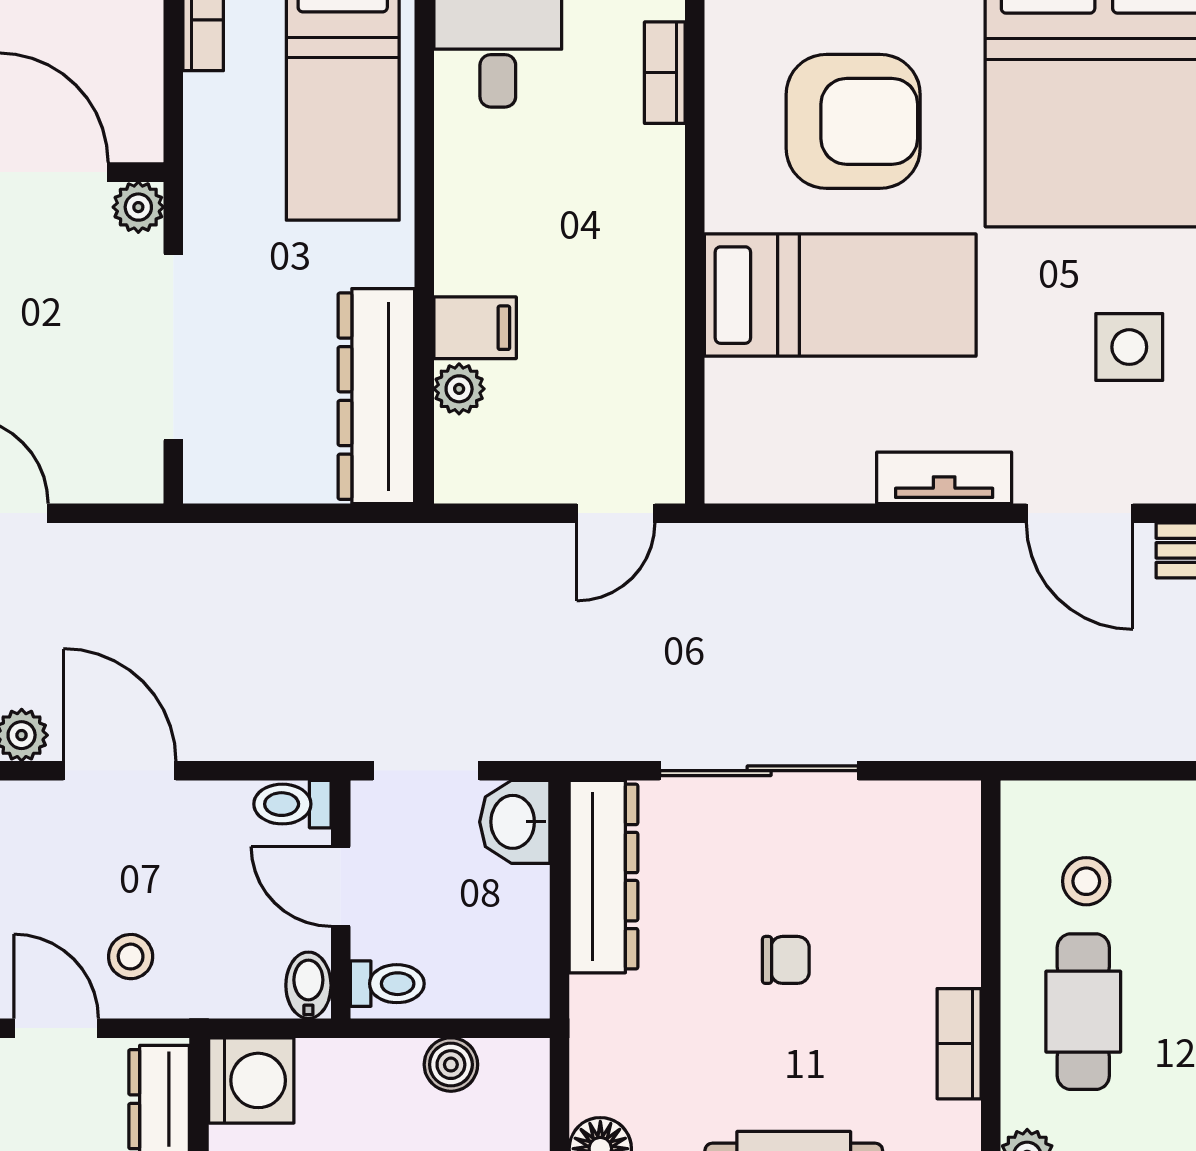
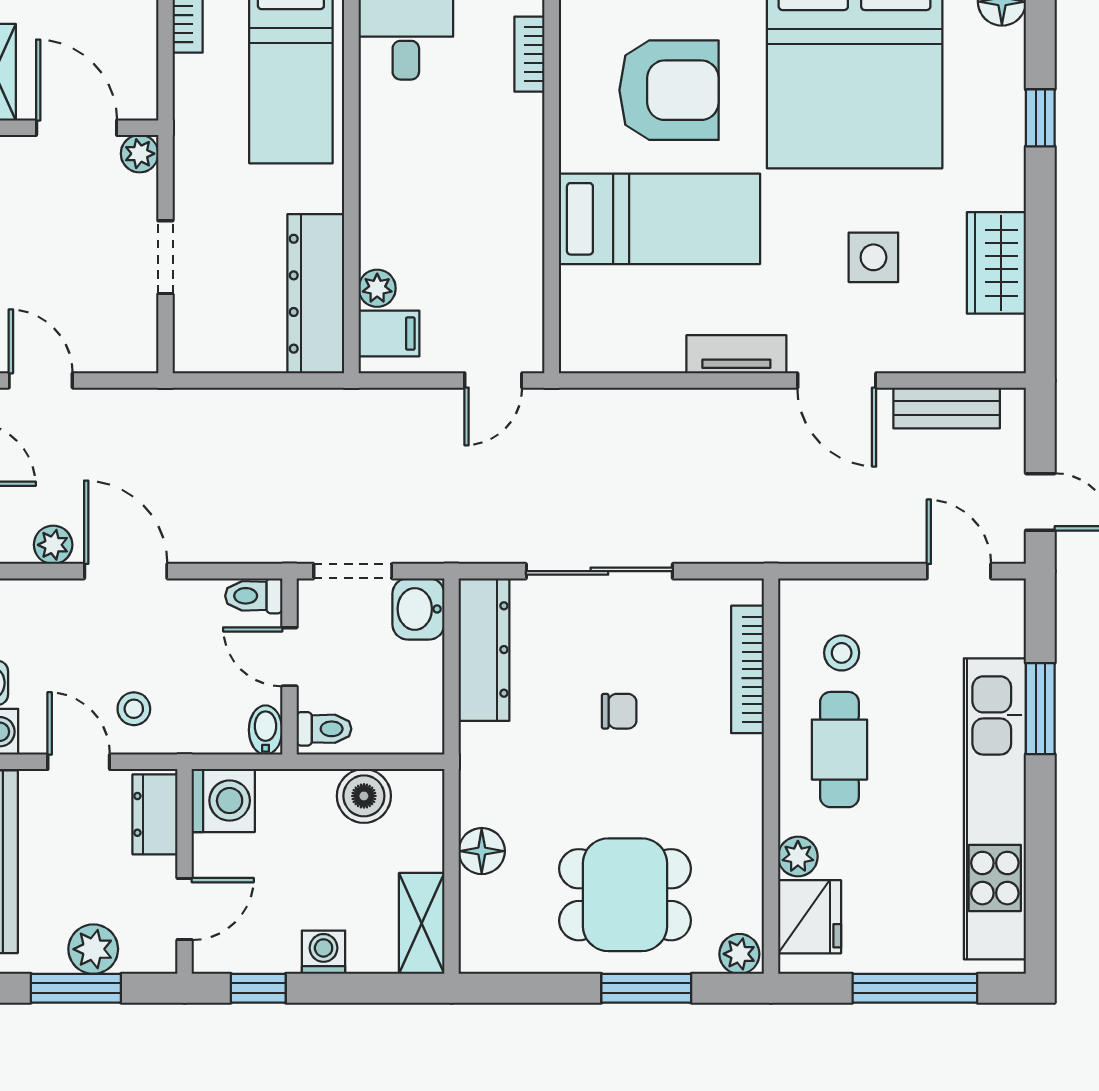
filing cabinet: (475, 328) -> (389, 334), moved
doorway: (173, 347) -> (165, 257), width x0.53
bookcase: (959, 1044) -> (747, 669), moved, width x1.56
boiler: (451, 1065) -> (364, 796), width x1.36, depth x1.36

